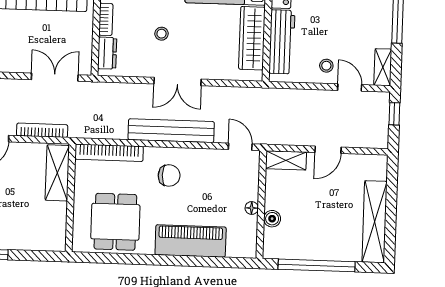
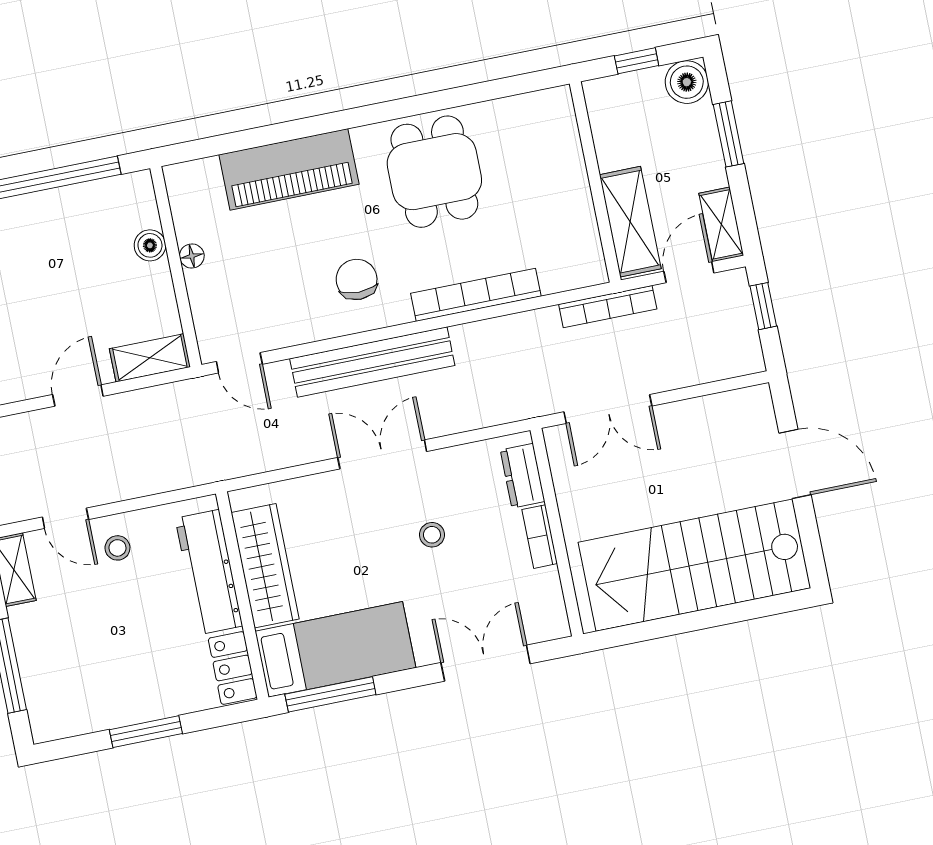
shelving: (57, 173) -> (630, 222), moved
chair: (169, 175) -> (357, 279), turned 90
wall: (71, 198) -> (595, 182), moved

